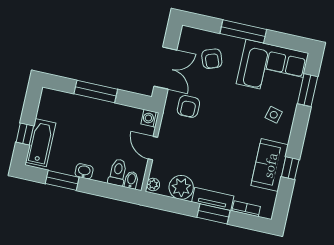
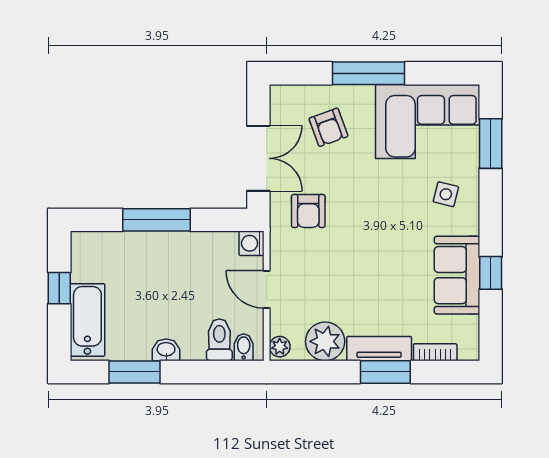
window: (25, 134) -> (59, 288), moved

